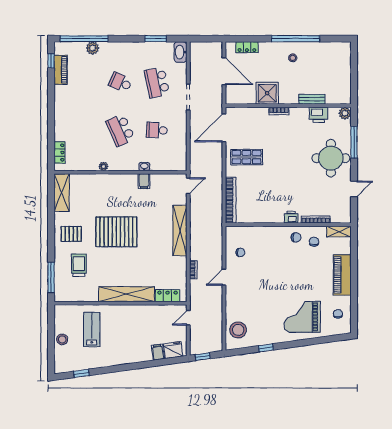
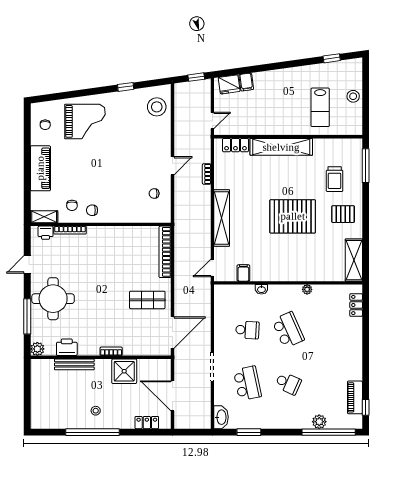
bench: (312, 99) -> (74, 364), width x1.36
filing cabinet: (144, 181) -> (243, 273), moved
printer: (291, 217) -> (46, 233), moved

